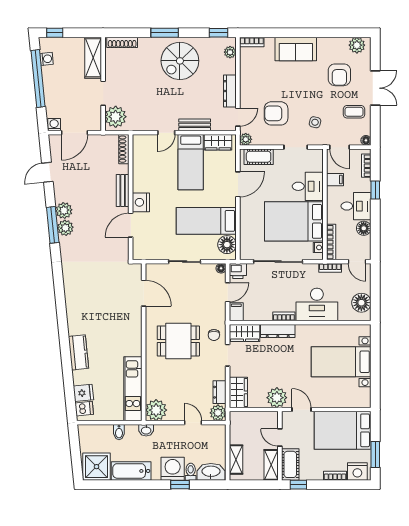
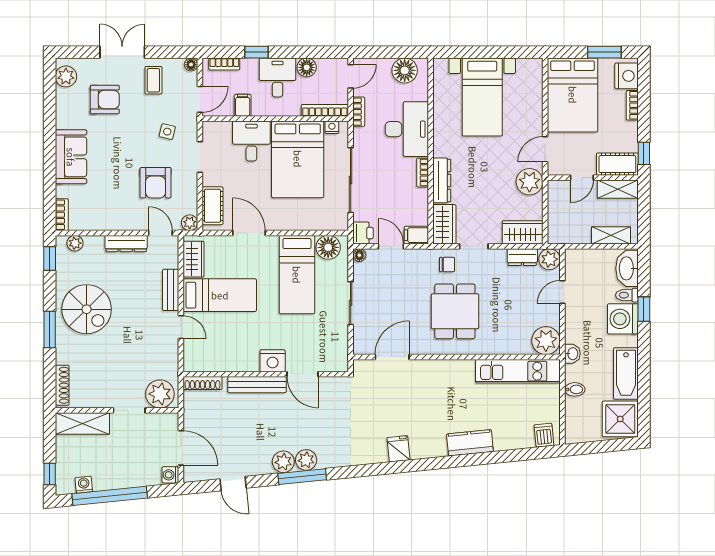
bench: (123, 191) -> (257, 385), width x1.36
fridge: (83, 393) -> (399, 449), moved

